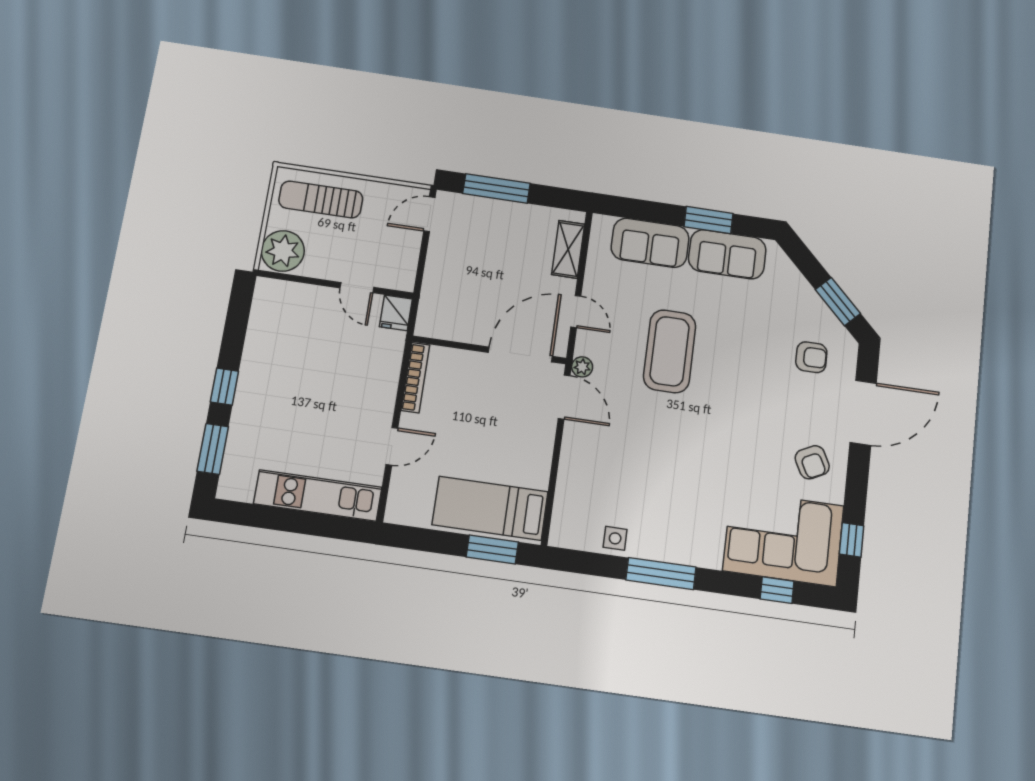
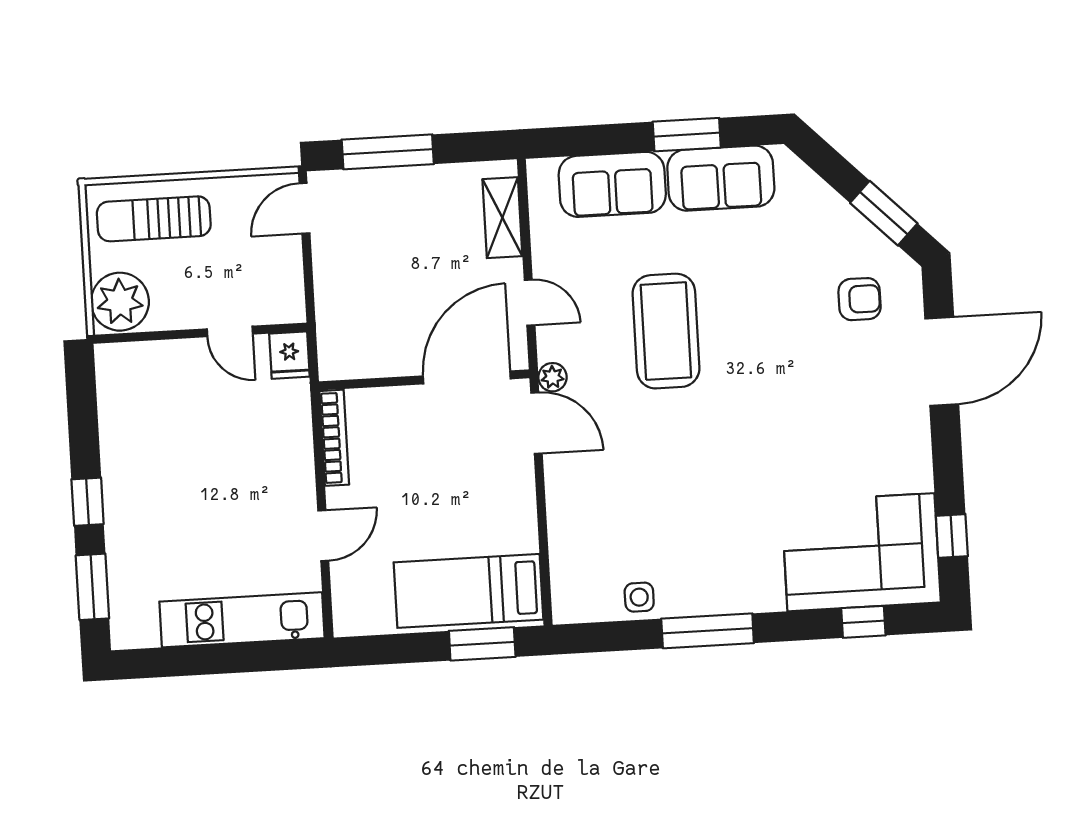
armchair: (812, 462) -> (883, 443), removed

